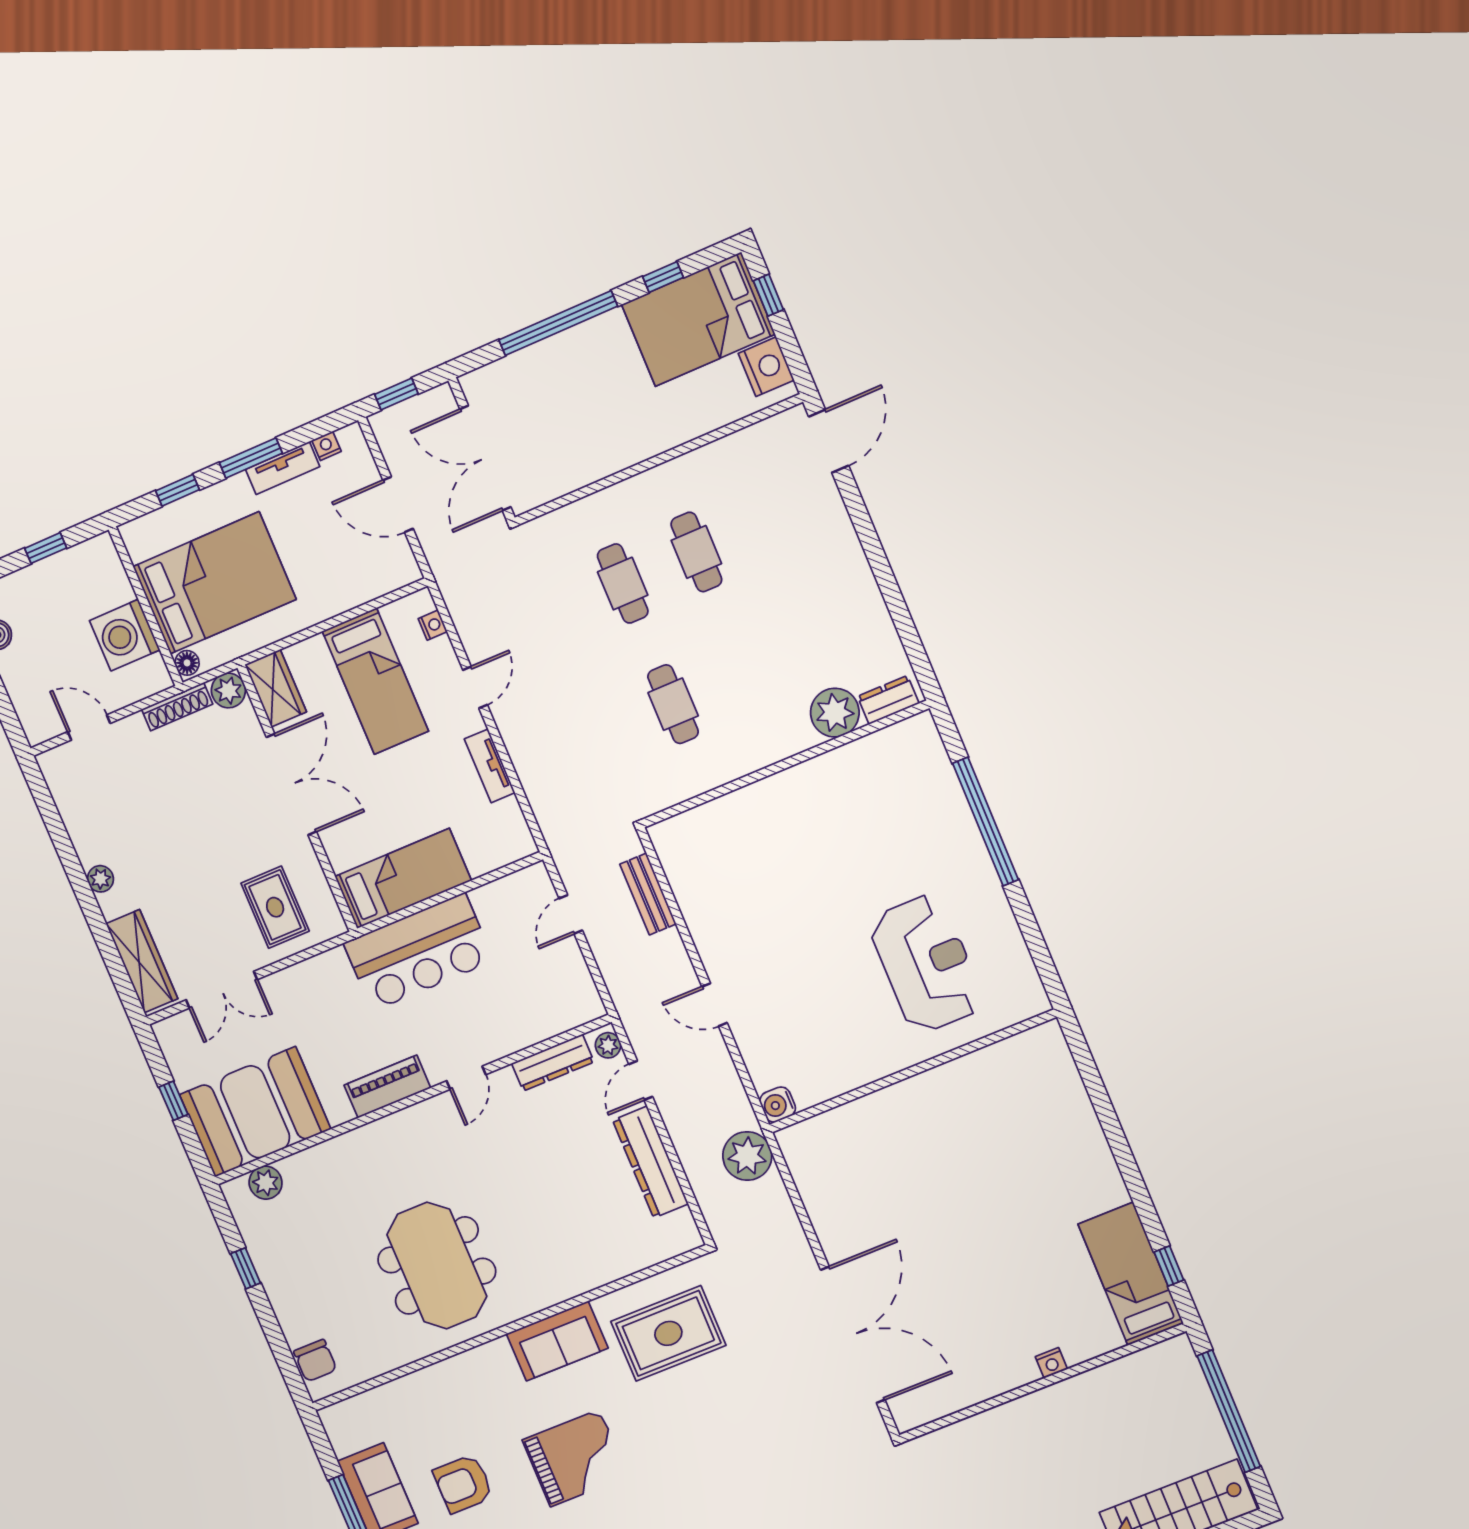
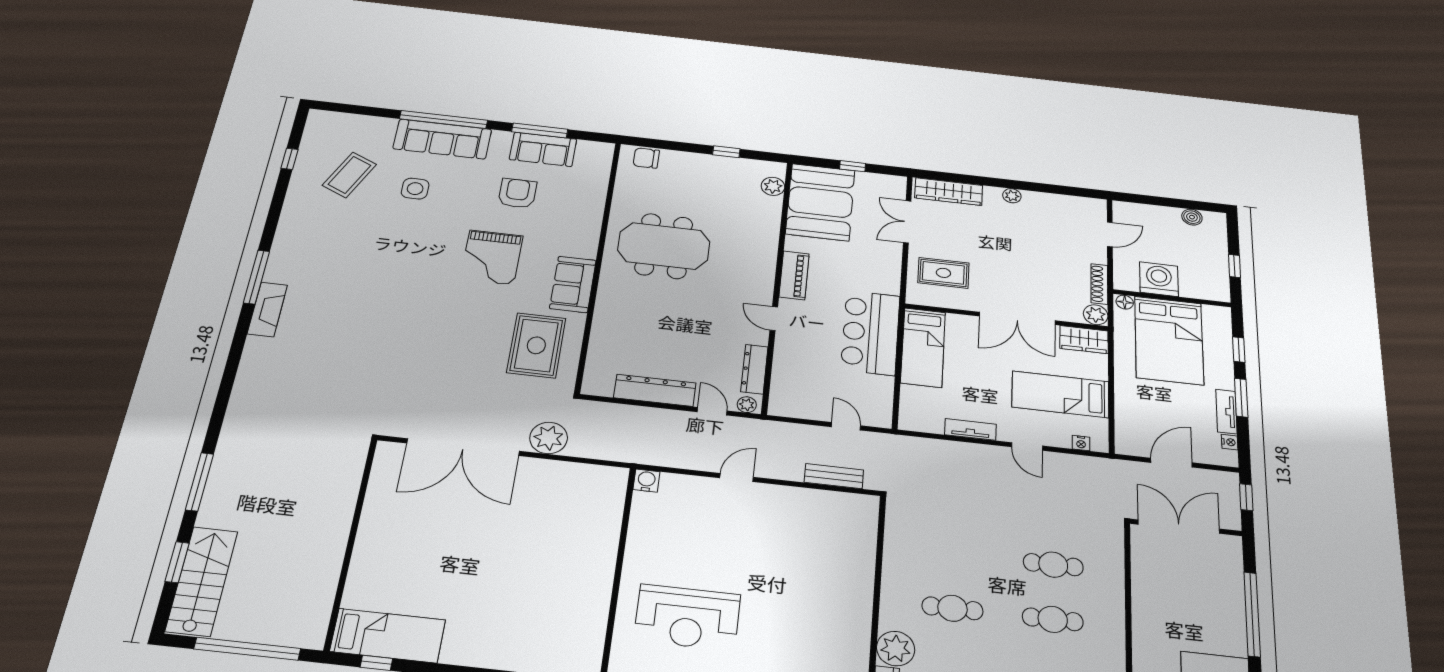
cafe table: (673, 704) -> (952, 608), moved
plant: (747, 1156) -> (549, 438), moved
nightstand: (1051, 1363) -> (361, 555), removed

